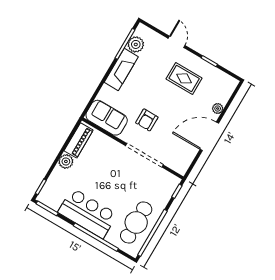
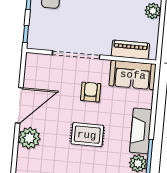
rug: (184, 78) -> (87, 135), moved
plant: (218, 109) -> (29, 138), width x1.88, depth x1.88
piano: (79, 140) -> (130, 50), moved, turned 90

